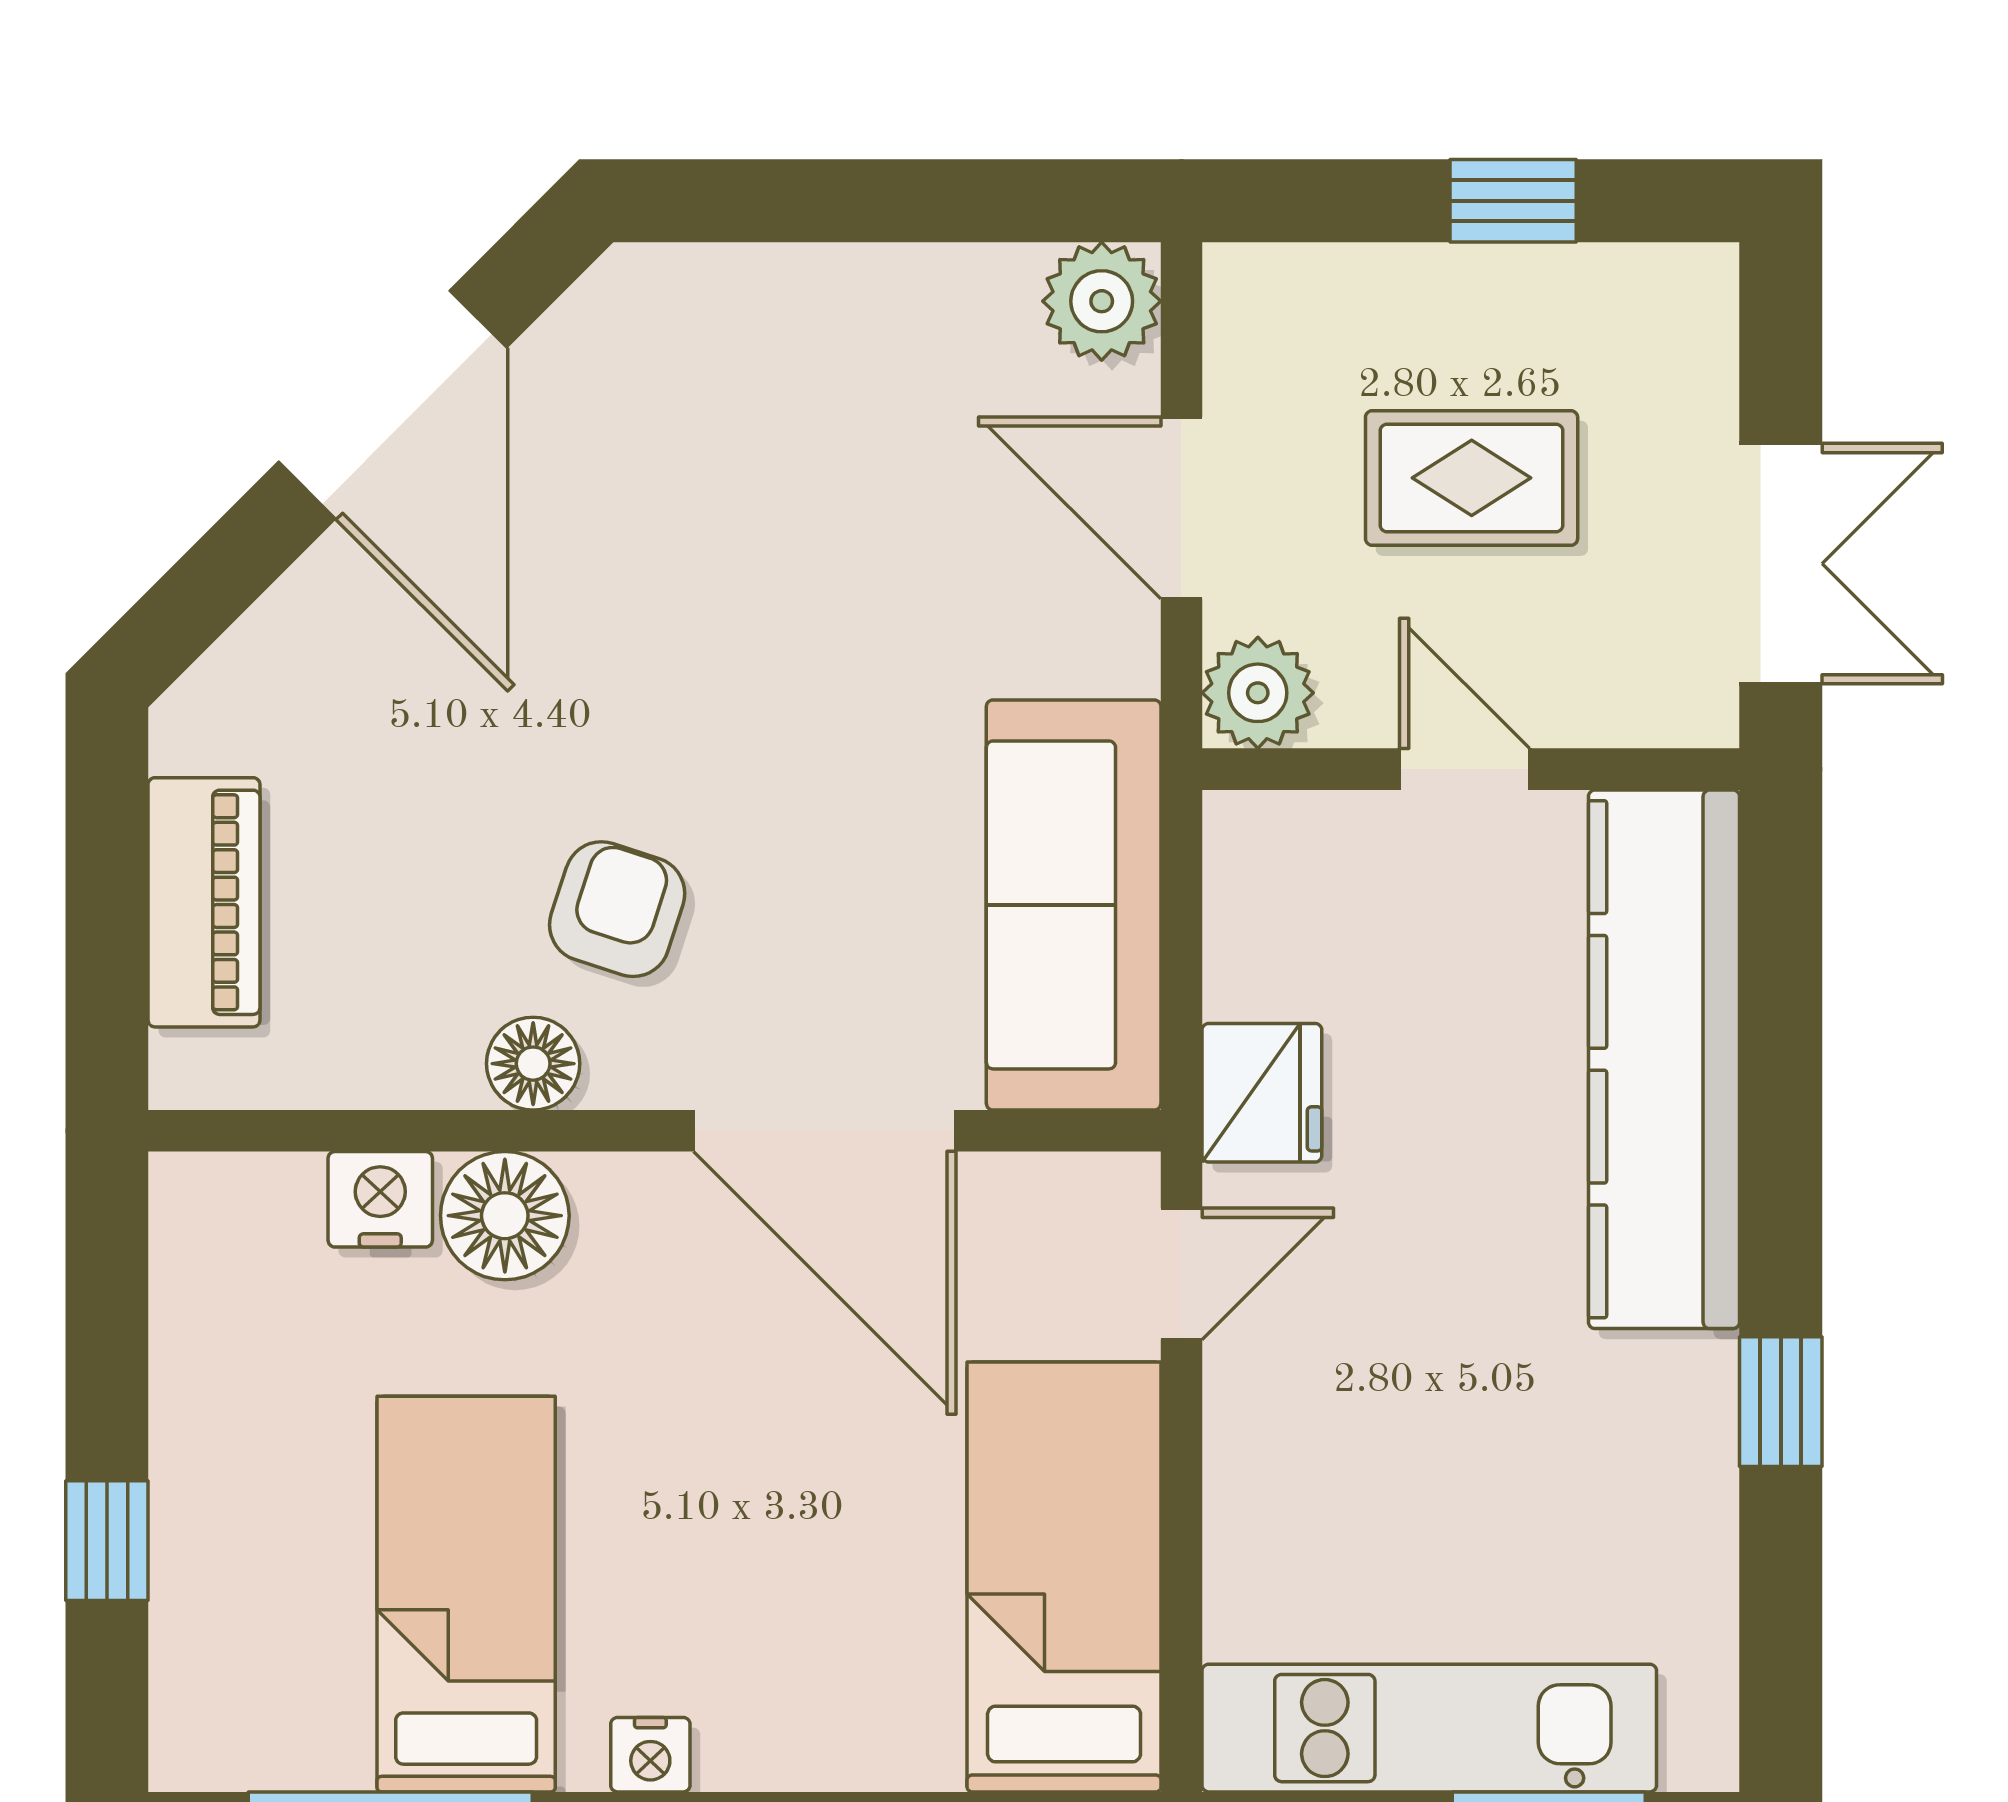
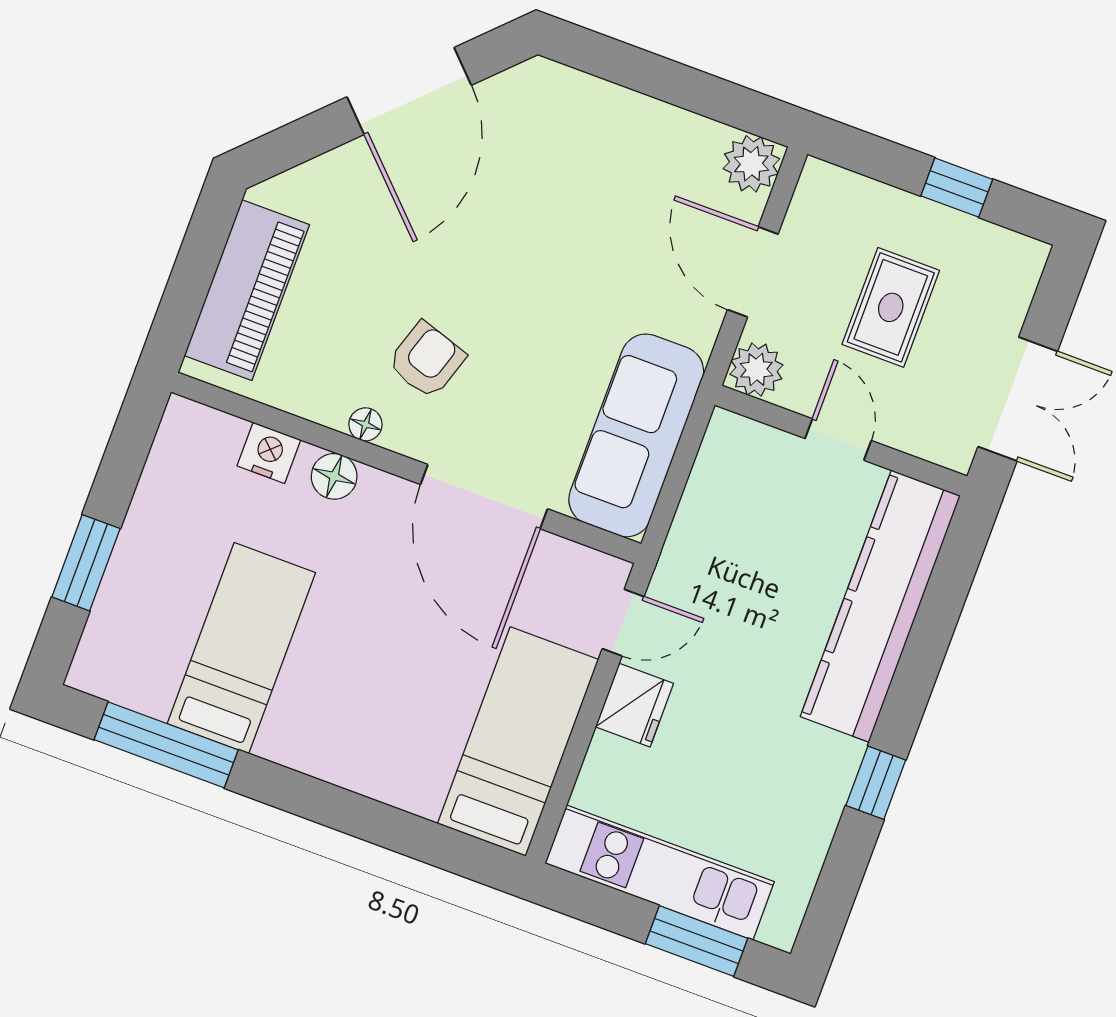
rug: (1472, 478) -> (891, 307), turned 90
piano: (204, 902) -> (247, 290), width x1.37, depth x1.33
floor lamp: (533, 1064) -> (365, 424), width x0.73, depth x0.73
fridge: (1262, 1093) -> (634, 705), moved
floor lamp: (505, 1216) -> (334, 476), width x0.73, depth x0.73
window: (107, 1541) -> (86, 563), width x1.50
nightstand: (650, 1755) -> (298, 753), removed

